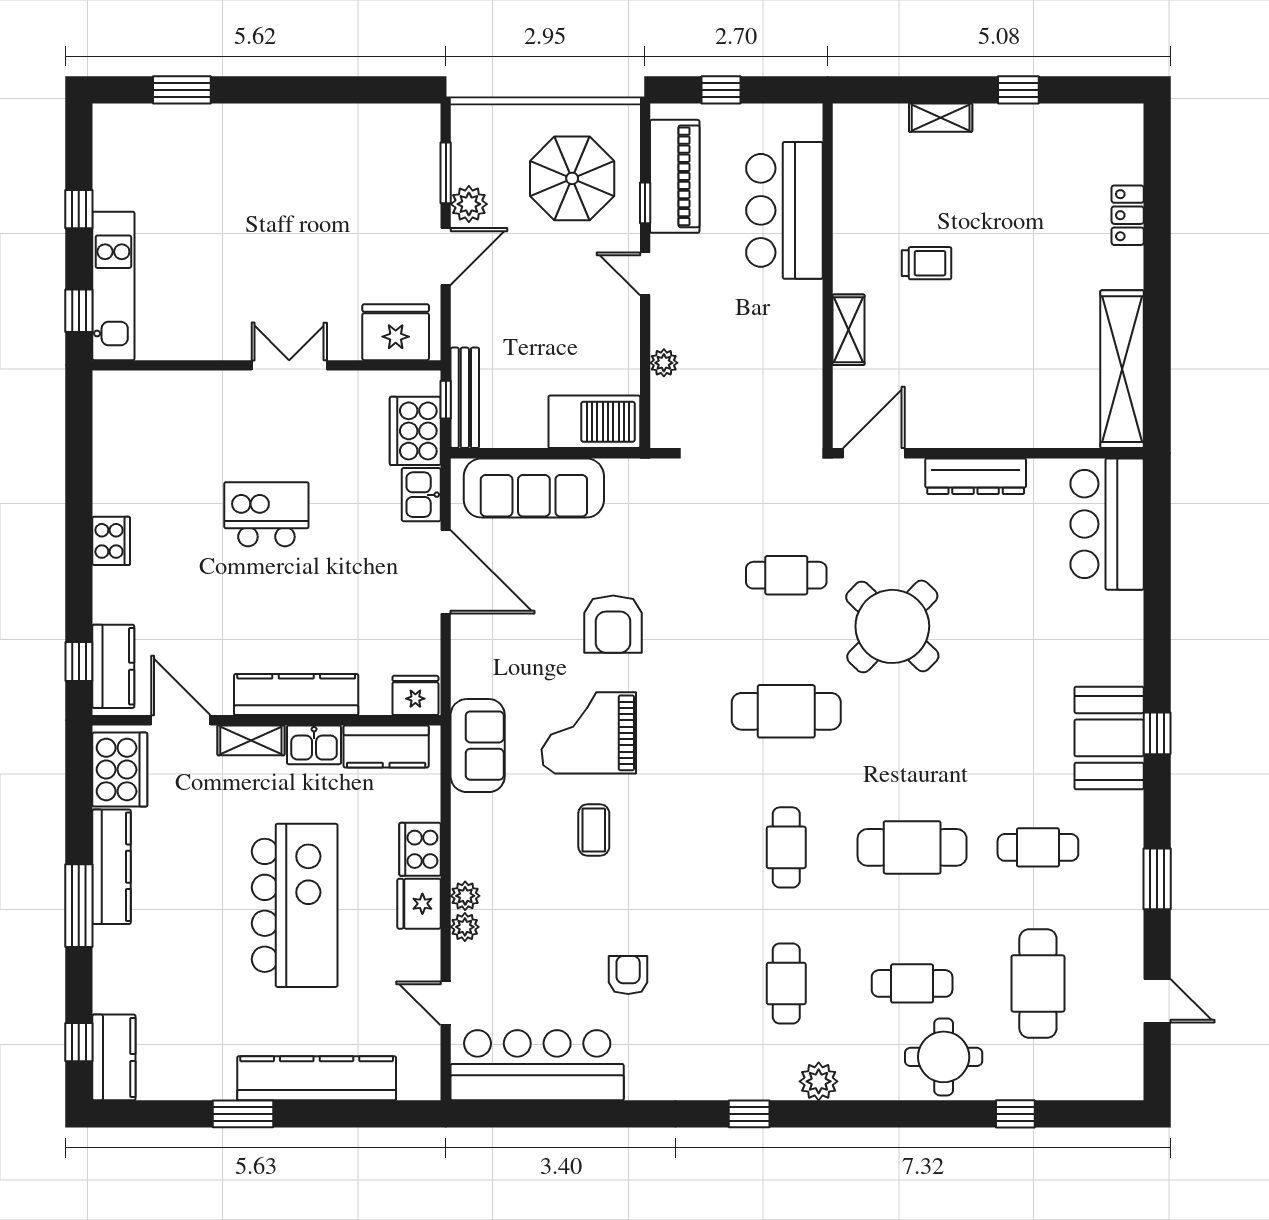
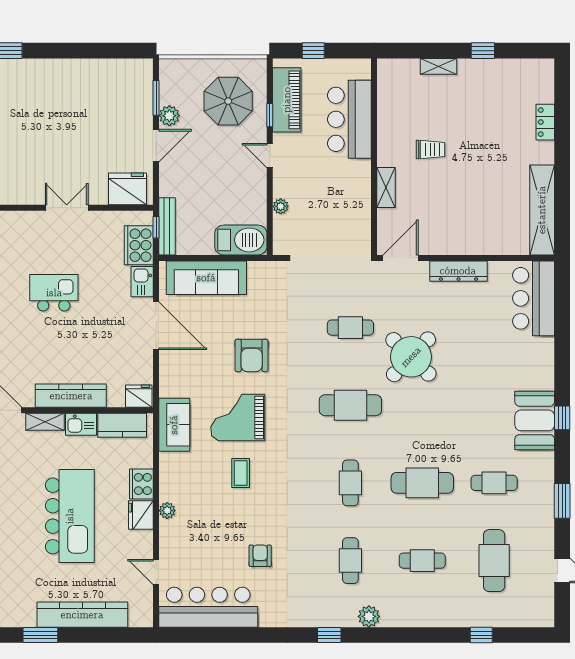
plant: (465, 927) -> (167, 528), removed
round table: (944, 1057) -> (440, 602), removed

